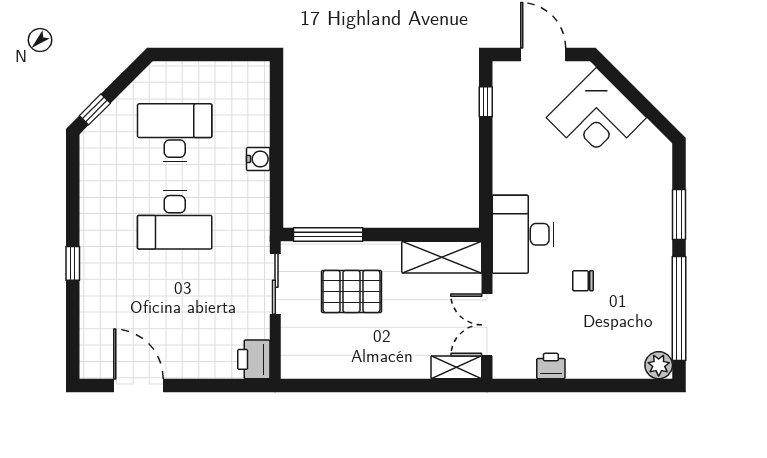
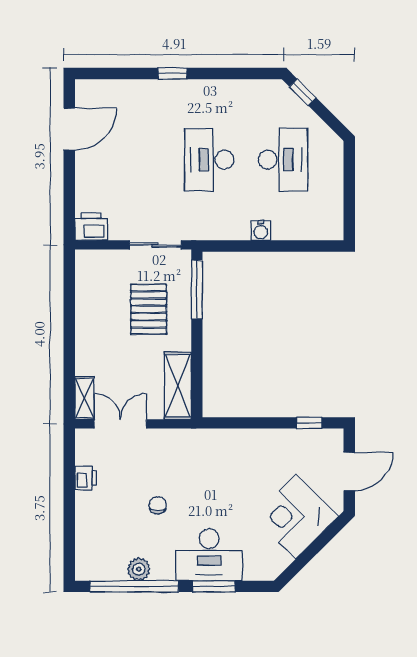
desk: (523, 234) -> (209, 555), moved, turned 180
plant: (659, 365) -> (139, 569), moved

